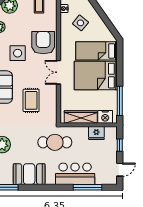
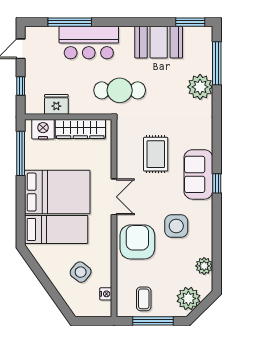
armchair: (43, 43) -> (137, 242), turned 180

